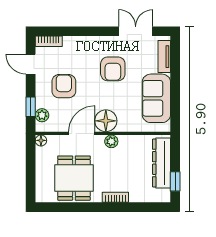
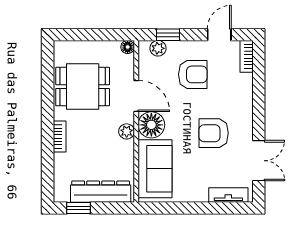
sofa: (156, 98) -> (155, 169), moved, turned 90

